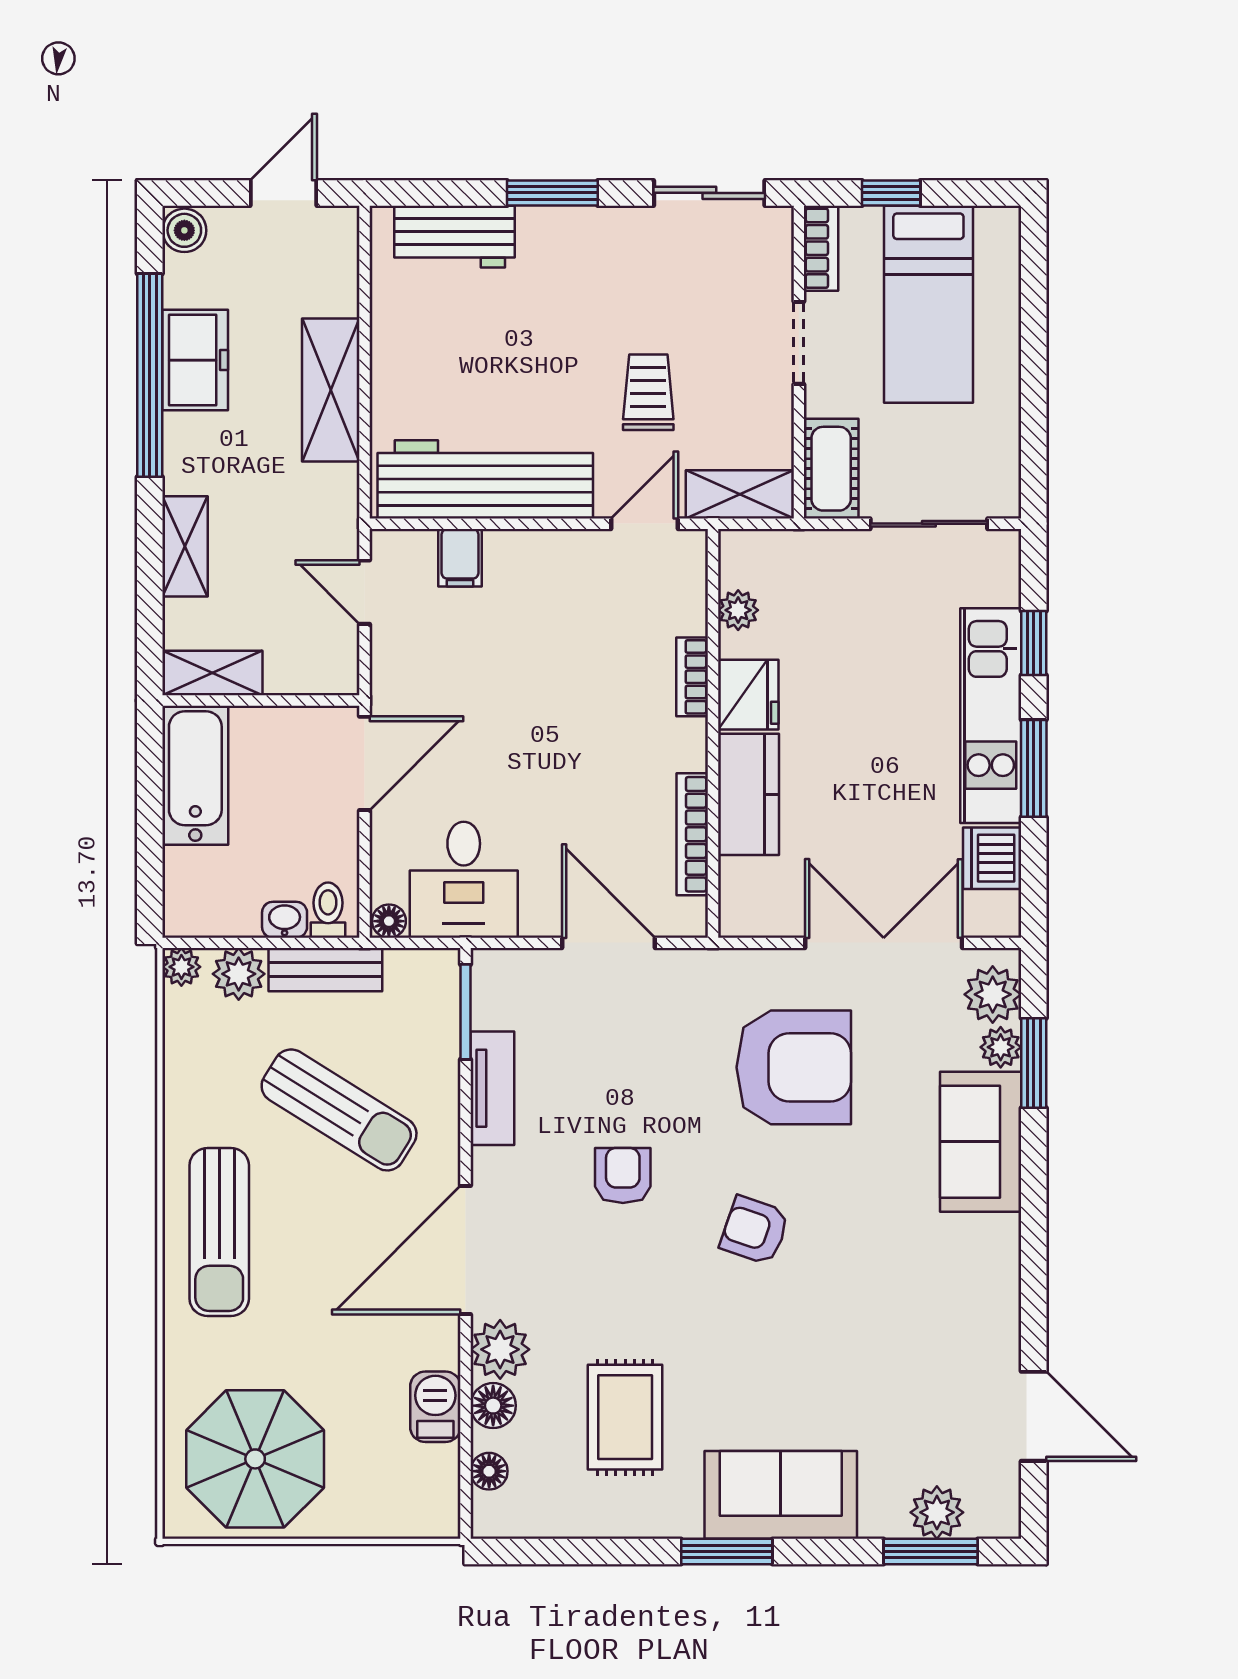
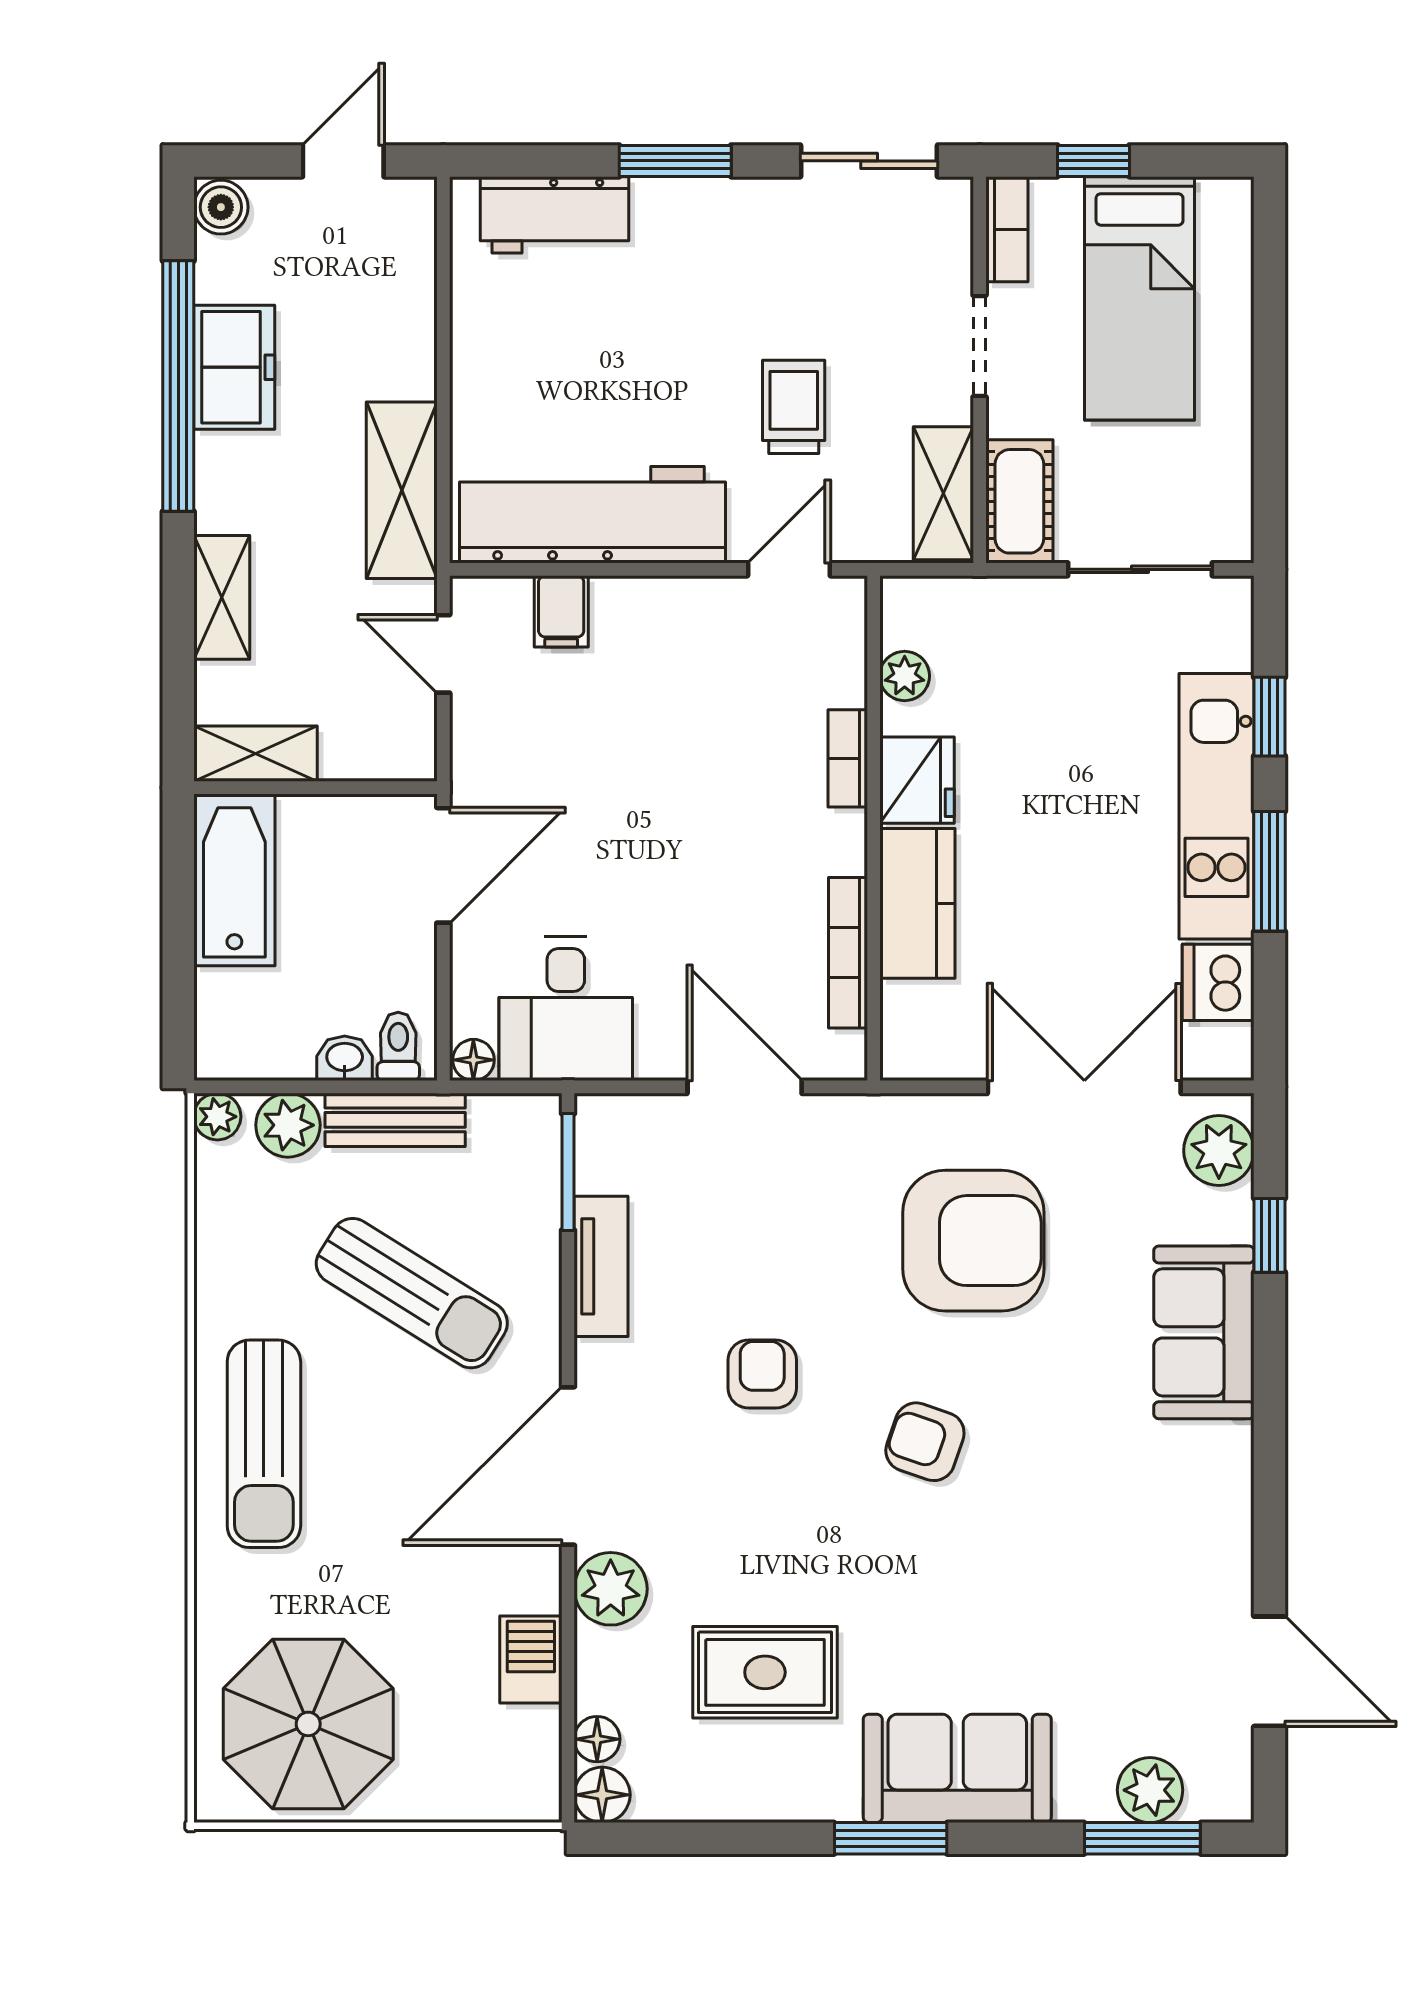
shelving: (331, 390) -> (402, 490), moved
shelving: (740, 494) -> (943, 493), moved, turned 90
plant: (1001, 1047) -> (1229, 1216), removed
window: (1034, 1063) -> (1270, 1235), width x0.67
floor lamp: (493, 1406) -> (602, 1795), moved
rug: (625, 1417) -> (765, 1672), turned 90

